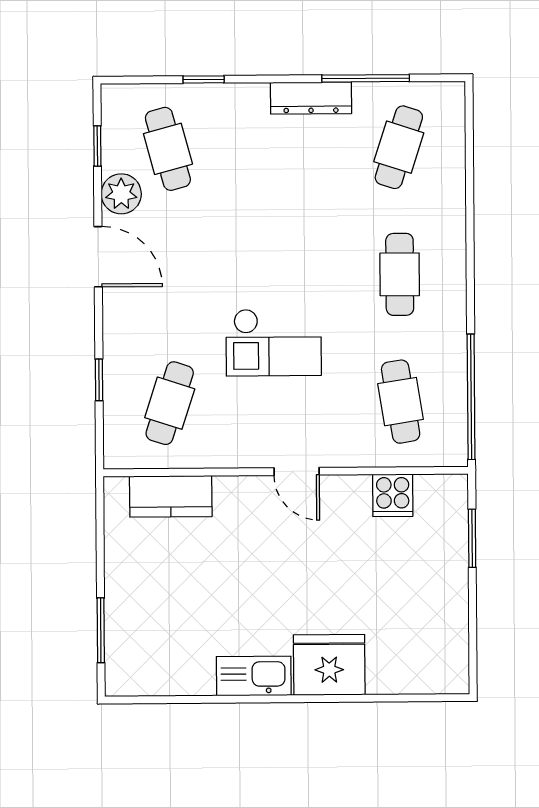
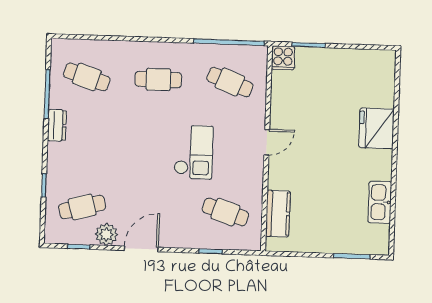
dresser: (311, 98) -> (57, 125), width x0.70
cafe table: (401, 402) -> (230, 82), turned 30
cooker: (393, 495) -> (283, 58), moved, turned 90
kitchen sink: (254, 676) -> (380, 202), moved

